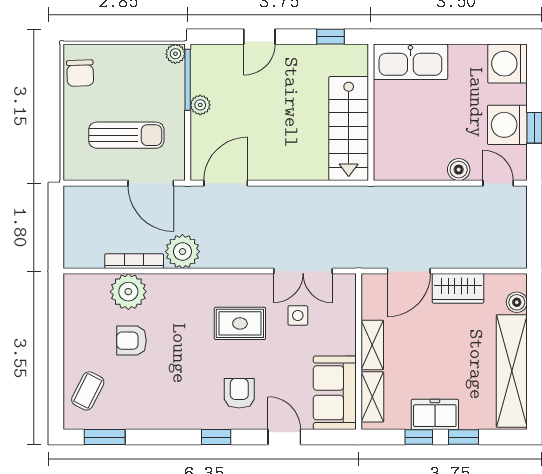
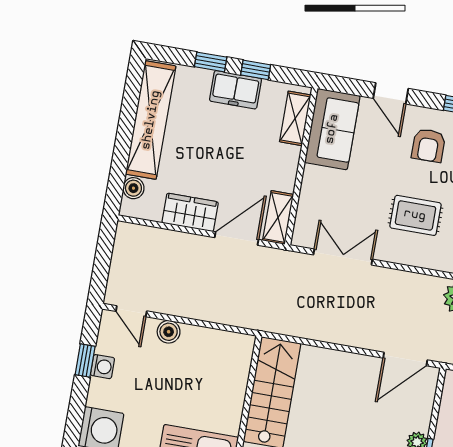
washing machine: (507, 125) -> (102, 367), width x0.53, depth x0.53
side table: (298, 315) -> (356, 213), removed
shelving: (372, 345) -> (278, 217), moved

